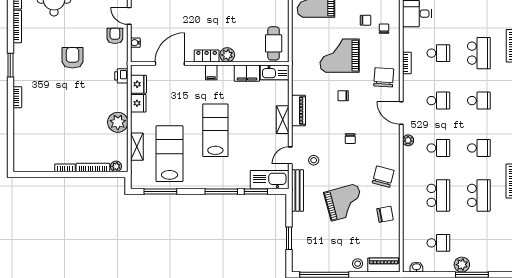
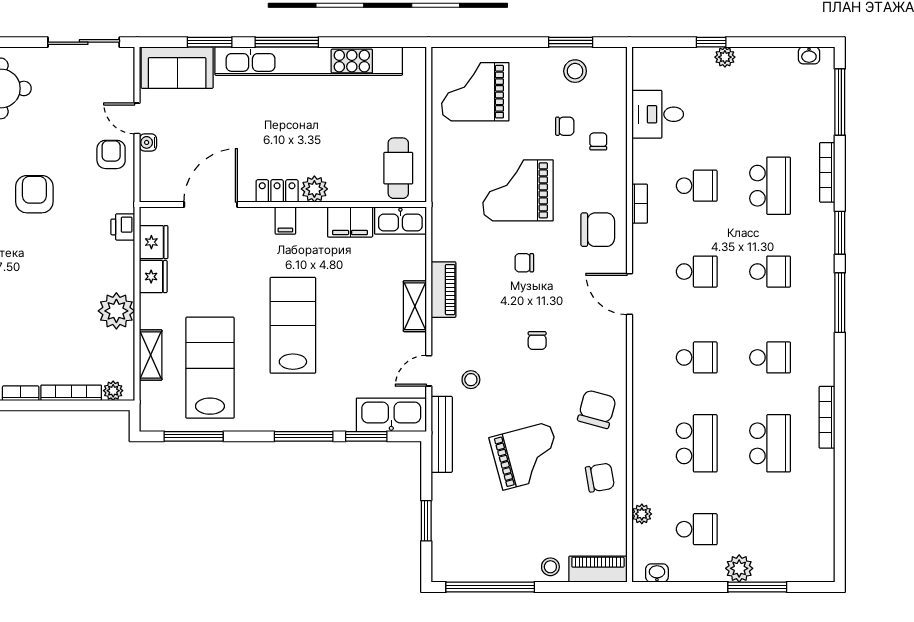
water cooler: (135, 43) -> (148, 142), moved
chair: (384, 77) -> (598, 230), turned 86
plant: (408, 140) -> (642, 514), moved

